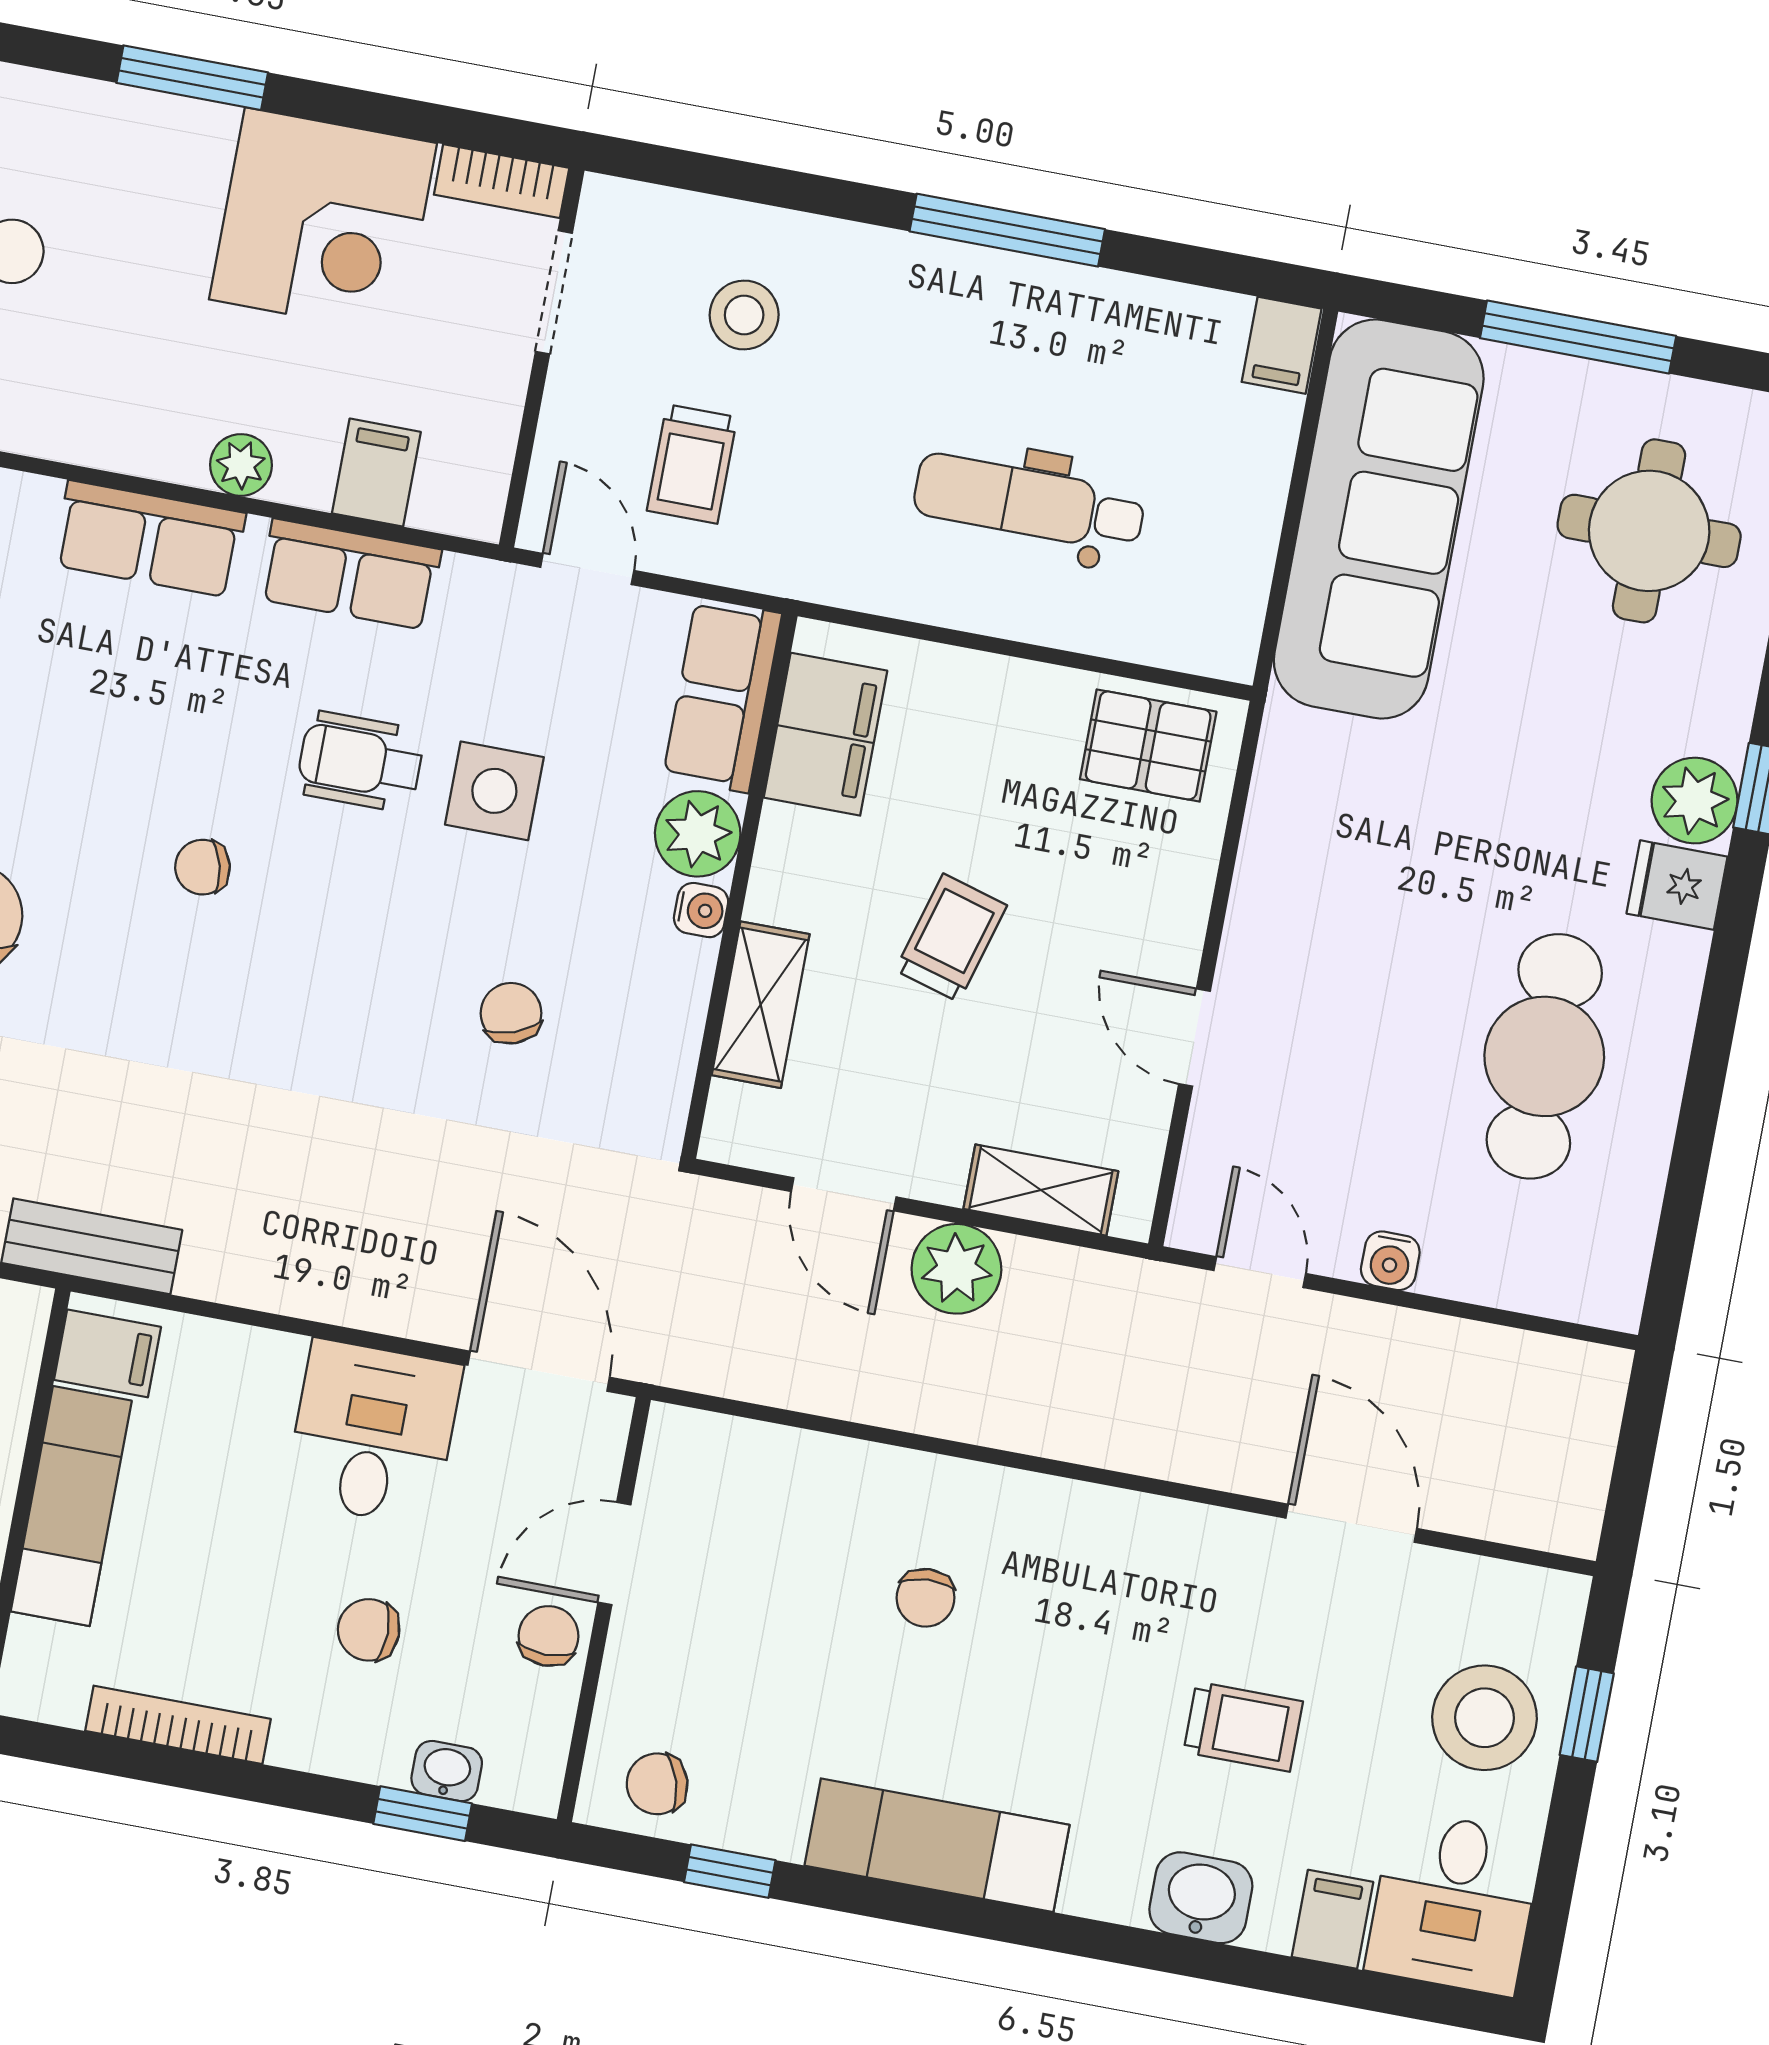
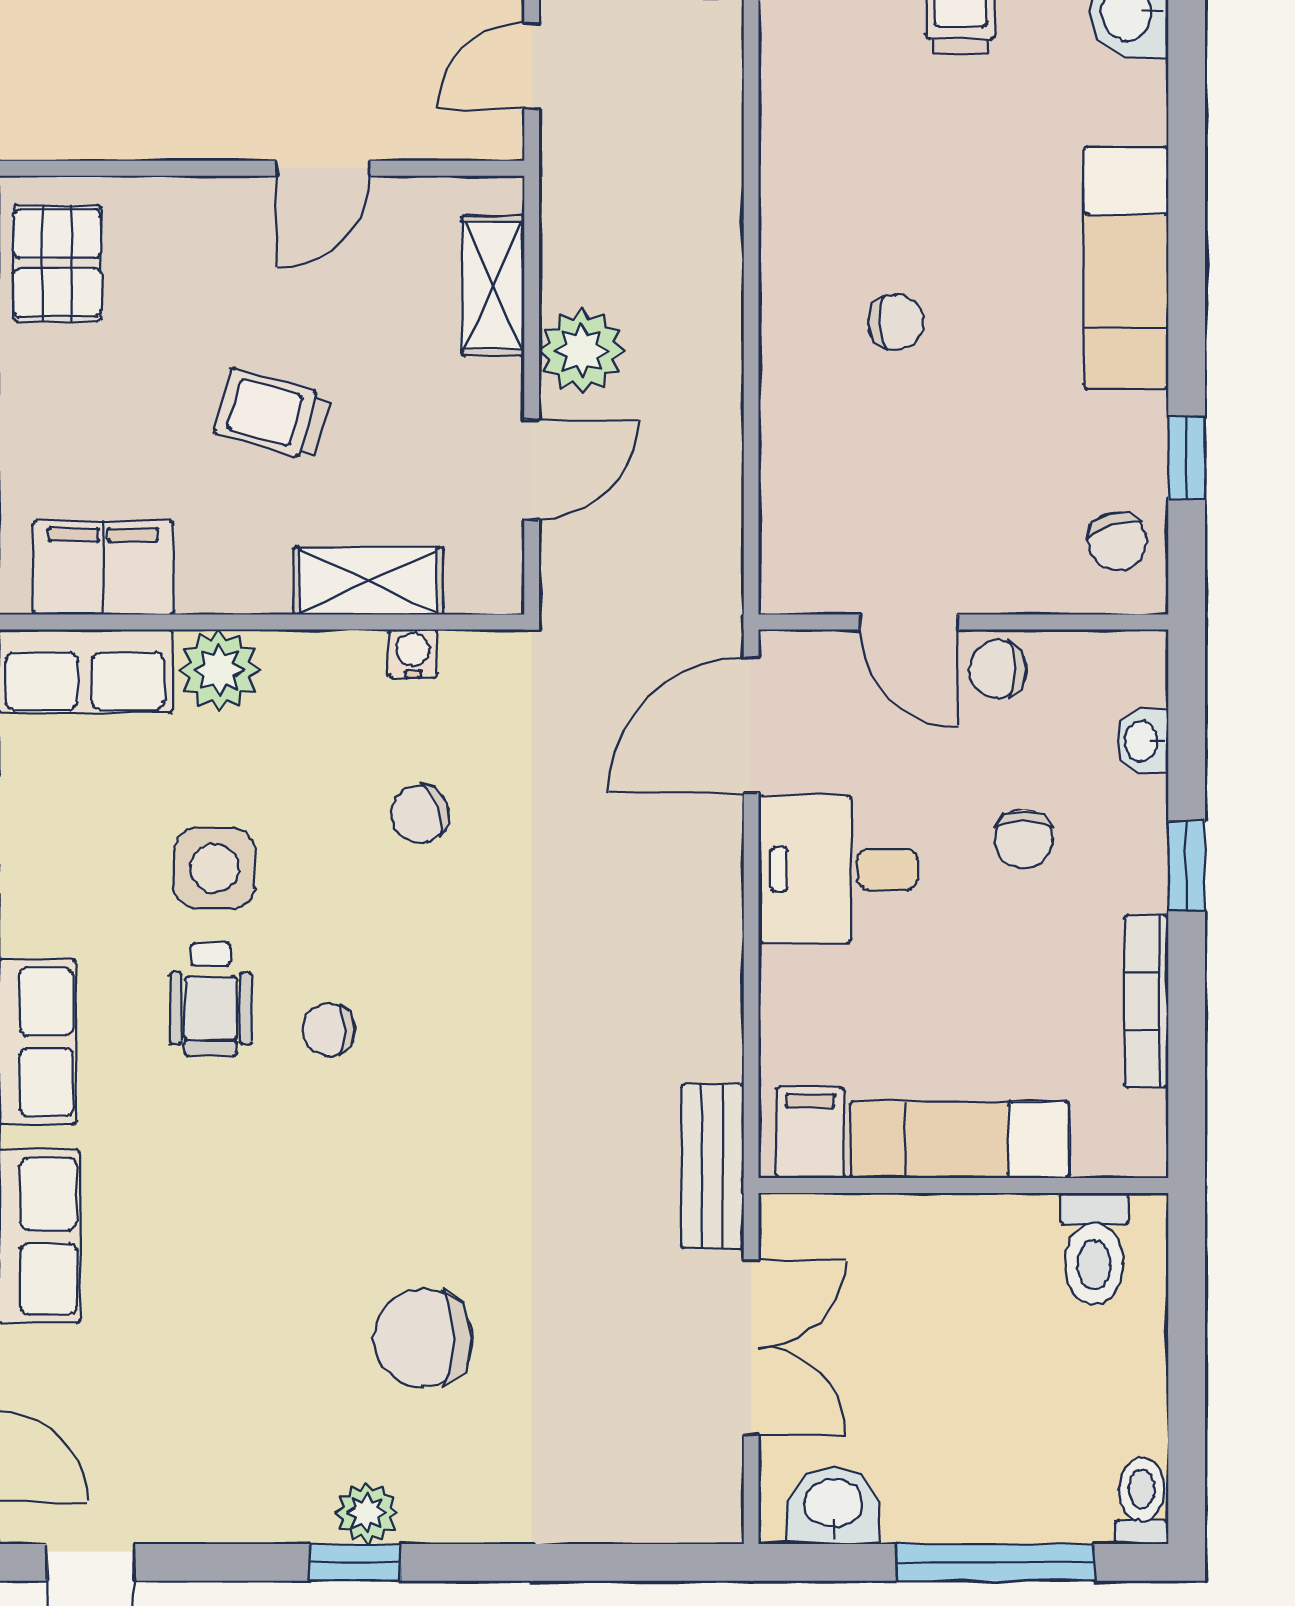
chair: (202, 867) -> (329, 1030), moved, turned 104
water cooler: (701, 910) -> (413, 654), moved
window: (423, 1814) -> (1187, 866), moved

